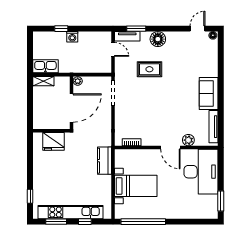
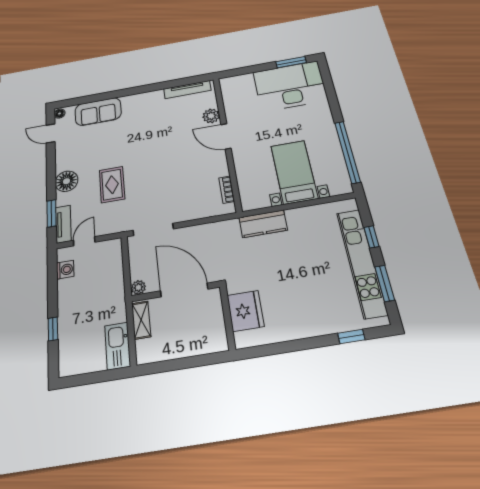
washing machine: (72, 37) -> (65, 270), moved
shelving: (43, 81) -> (141, 320), moved
sofa: (209, 93) -> (98, 112), moved
door: (170, 148) -> (226, 136), swing flipped
desk: (201, 172) -> (290, 86), moved

